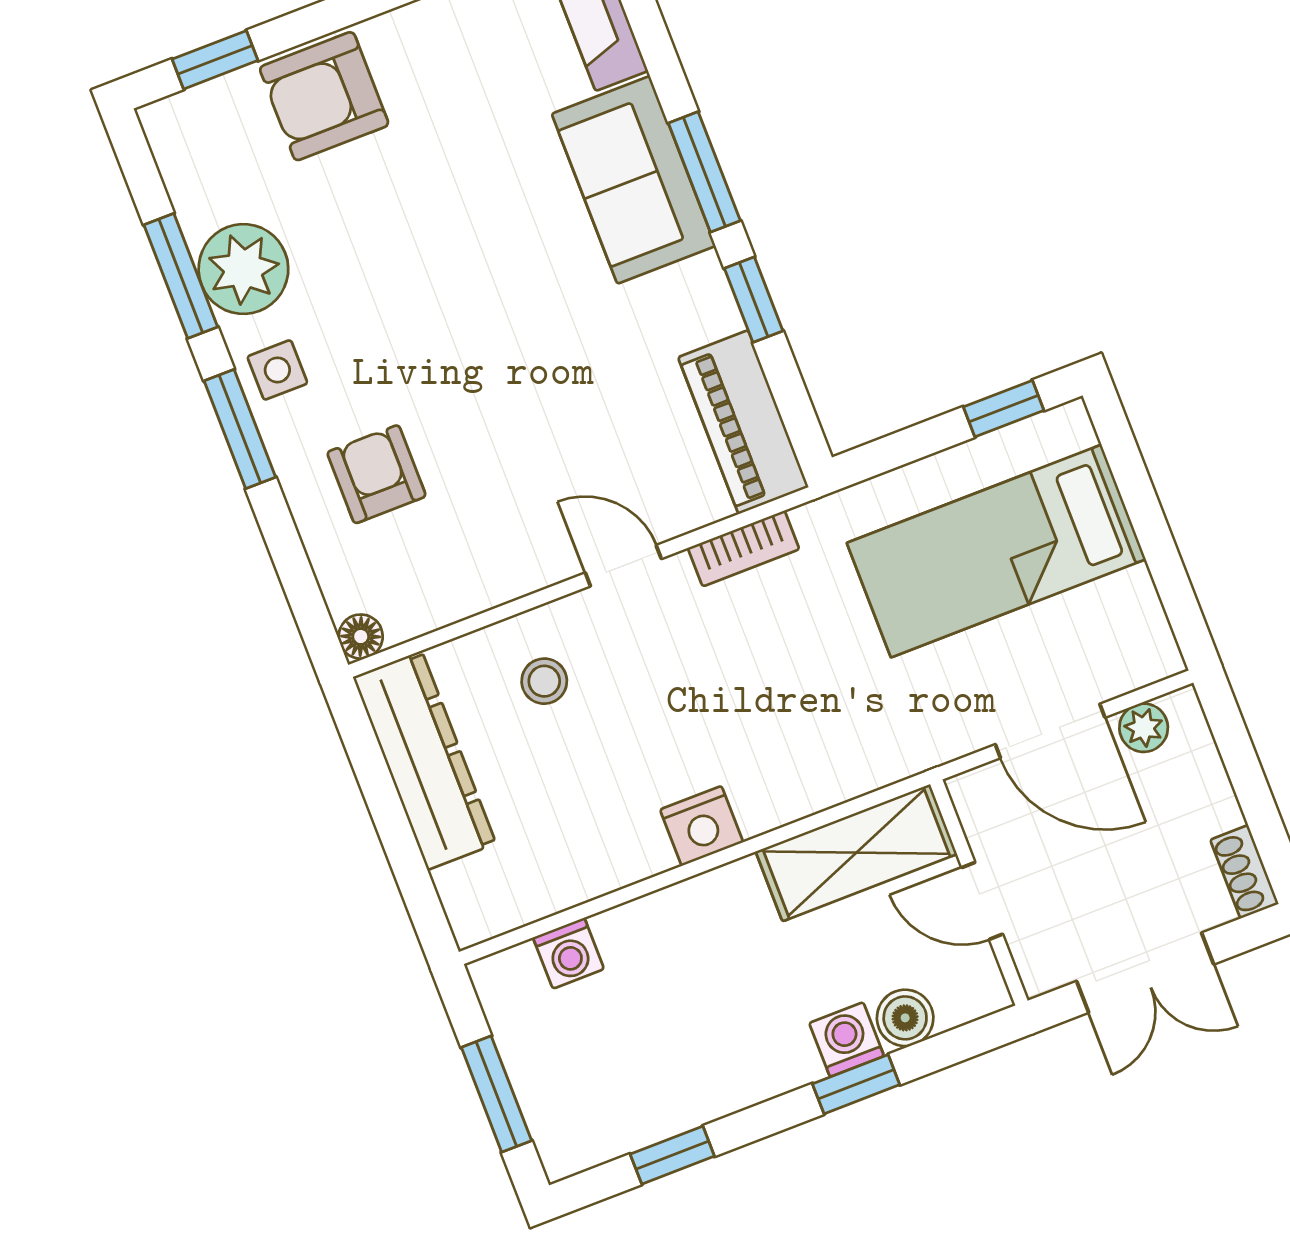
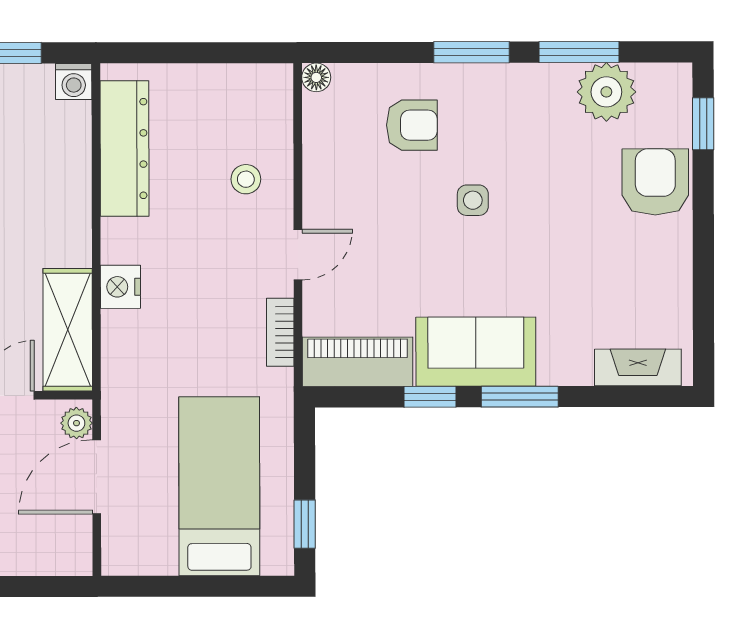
sofa: (634, 180) -> (476, 352), moved
plant: (243, 269) -> (606, 92), moved
side table: (277, 370) -> (473, 200), moved
plant: (1144, 728) -> (76, 423), moved
dresser: (425, 760) -> (124, 149), moved, turned -90
nightstand: (702, 826) -> (120, 287), moved
washing machine: (568, 953) -> (74, 81), moved, turned -90

